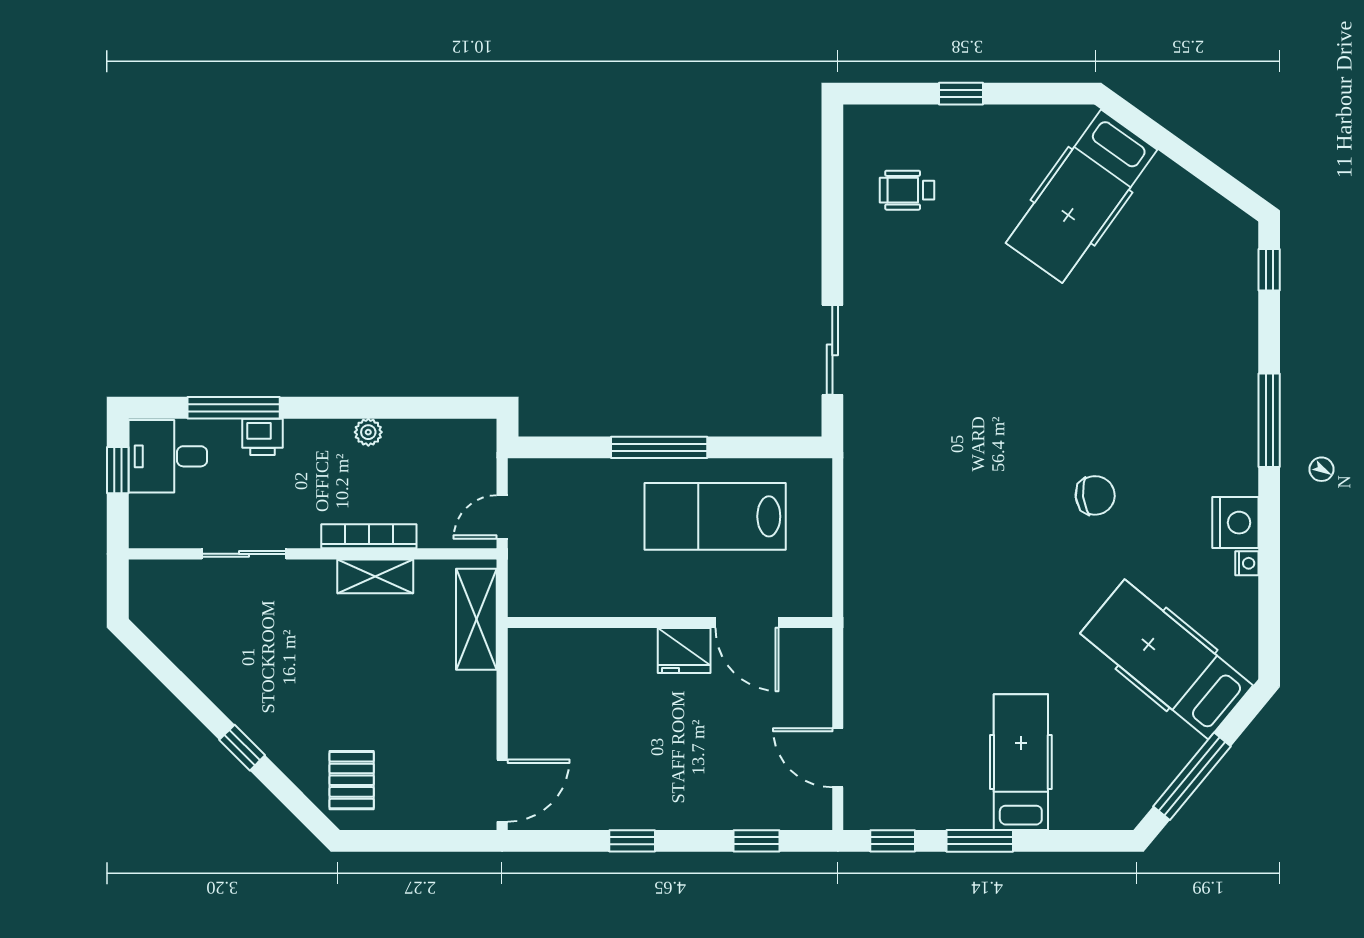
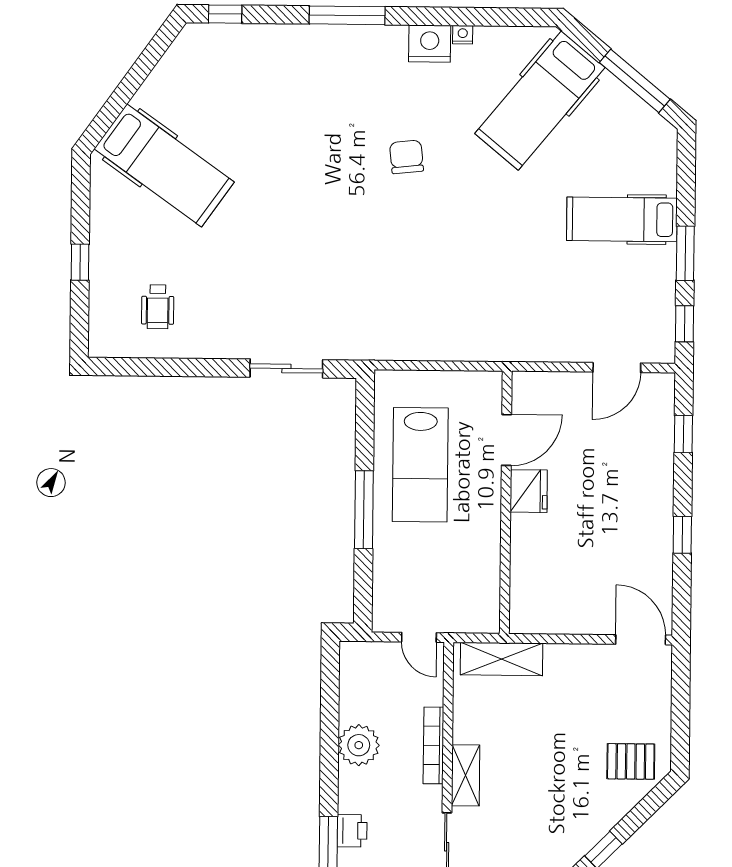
plant: (368, 432) -> (359, 745), width x1.88, depth x1.88
shelving: (375, 576) -> (466, 775), moved

